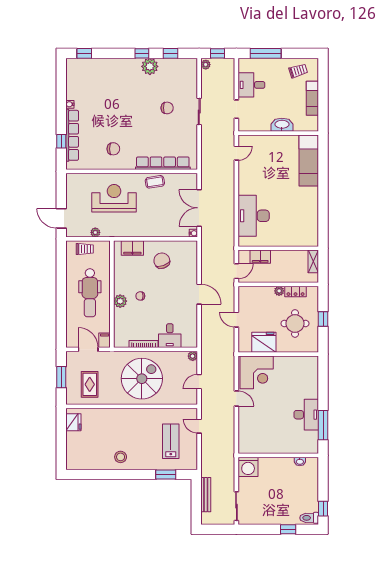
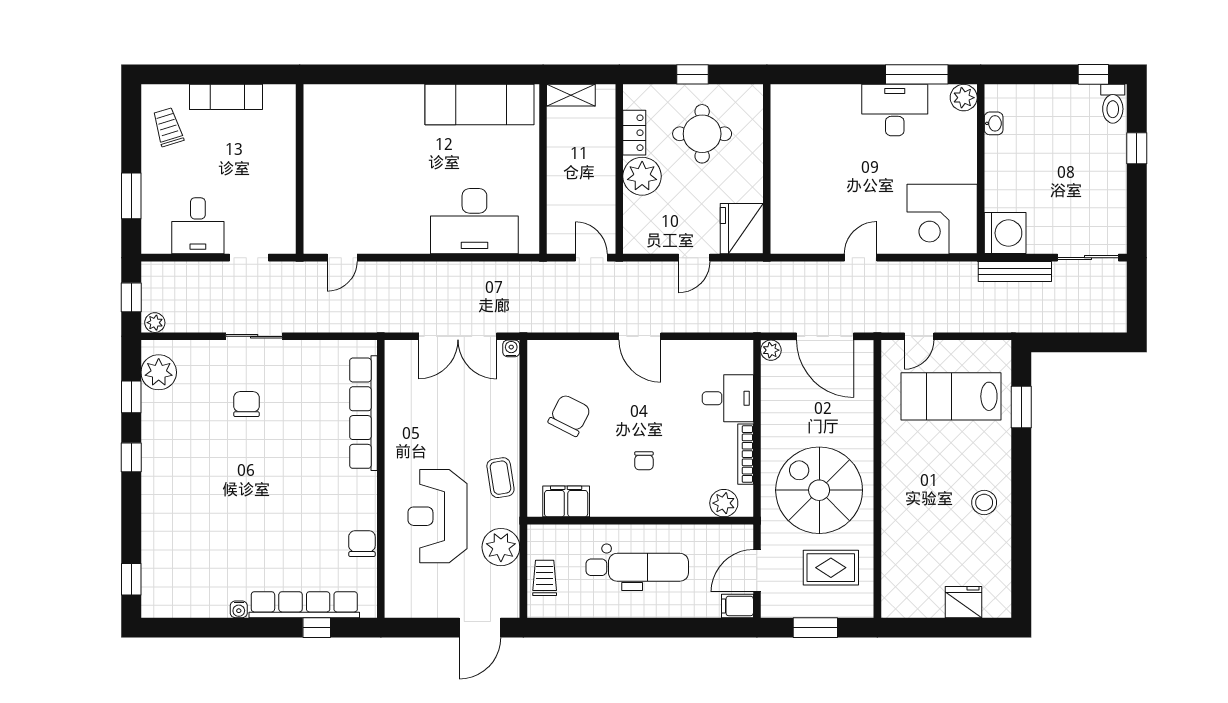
window: (266, 53) -> (131, 196), width x0.69
plant: (150, 66) -> (159, 372), moved
washbasin: (282, 125) -> (282, 161), removed
chair: (113, 149) -> (362, 544), moved
door: (236, 153) -> (342, 258), swing flipped
exam couch: (309, 161) -> (480, 105), moved
coffee table: (155, 182) -> (500, 478), moved
plant: (95, 232) -> (501, 547), width x1.87, depth x1.87
filing cabinet: (132, 248) -> (566, 501), moved, turned -90
filing cabinet: (260, 257) -> (561, 207), removed
chair: (162, 261) -> (569, 415), turned 138
plant: (279, 291) -> (642, 176), width x1.88, depth x1.88
door: (199, 294) -> (640, 336), swing flipped
plant: (120, 301) -> (724, 503), moved
filing cabinet: (105, 340) -> (737, 606), moved
fridge: (264, 342) -> (742, 229), moved
corner desk: (257, 372) -> (942, 219), moved, turned 180
spiral stairs: (142, 379) -> (819, 490), moved
door: (199, 382) -> (825, 336), width x1.88
fridge: (73, 422) -> (964, 602), moved
lab bench: (171, 441) -> (951, 396), width x1.36, depth x1.39
plant: (312, 447) -> (964, 98), added
bench: (206, 495) -> (1015, 272), moved

